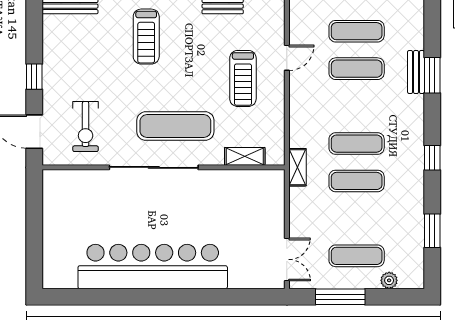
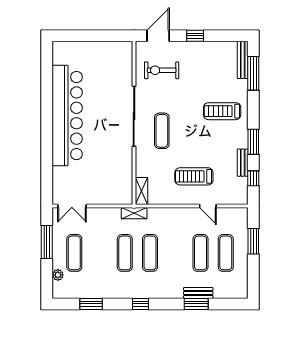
exercise mat: (175, 126) -> (162, 131), width x0.73, depth x0.69
shelving: (245, 156) -> (141, 191), moved

